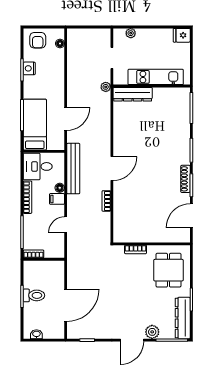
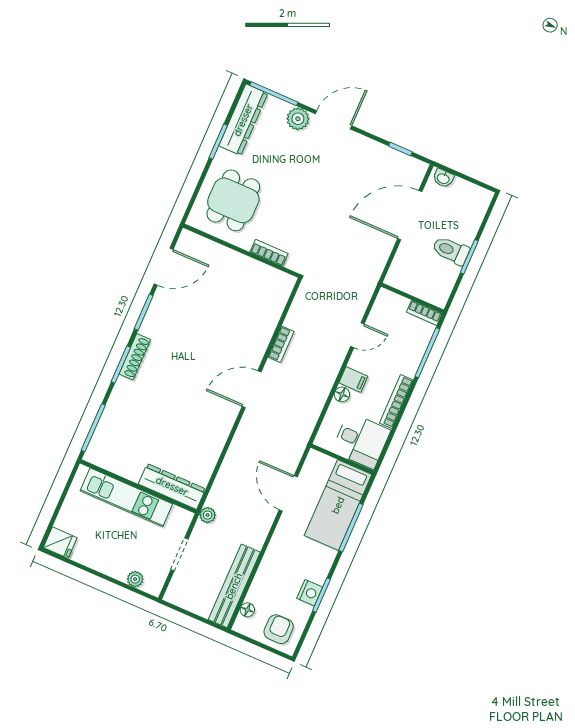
door: (66, 119) -> (288, 493), hinge flipped
bench: (73, 169) -> (234, 586), moved
shoe rack: (185, 179) -> (135, 357), moved
washbasin: (36, 334) -> (443, 178), moved

